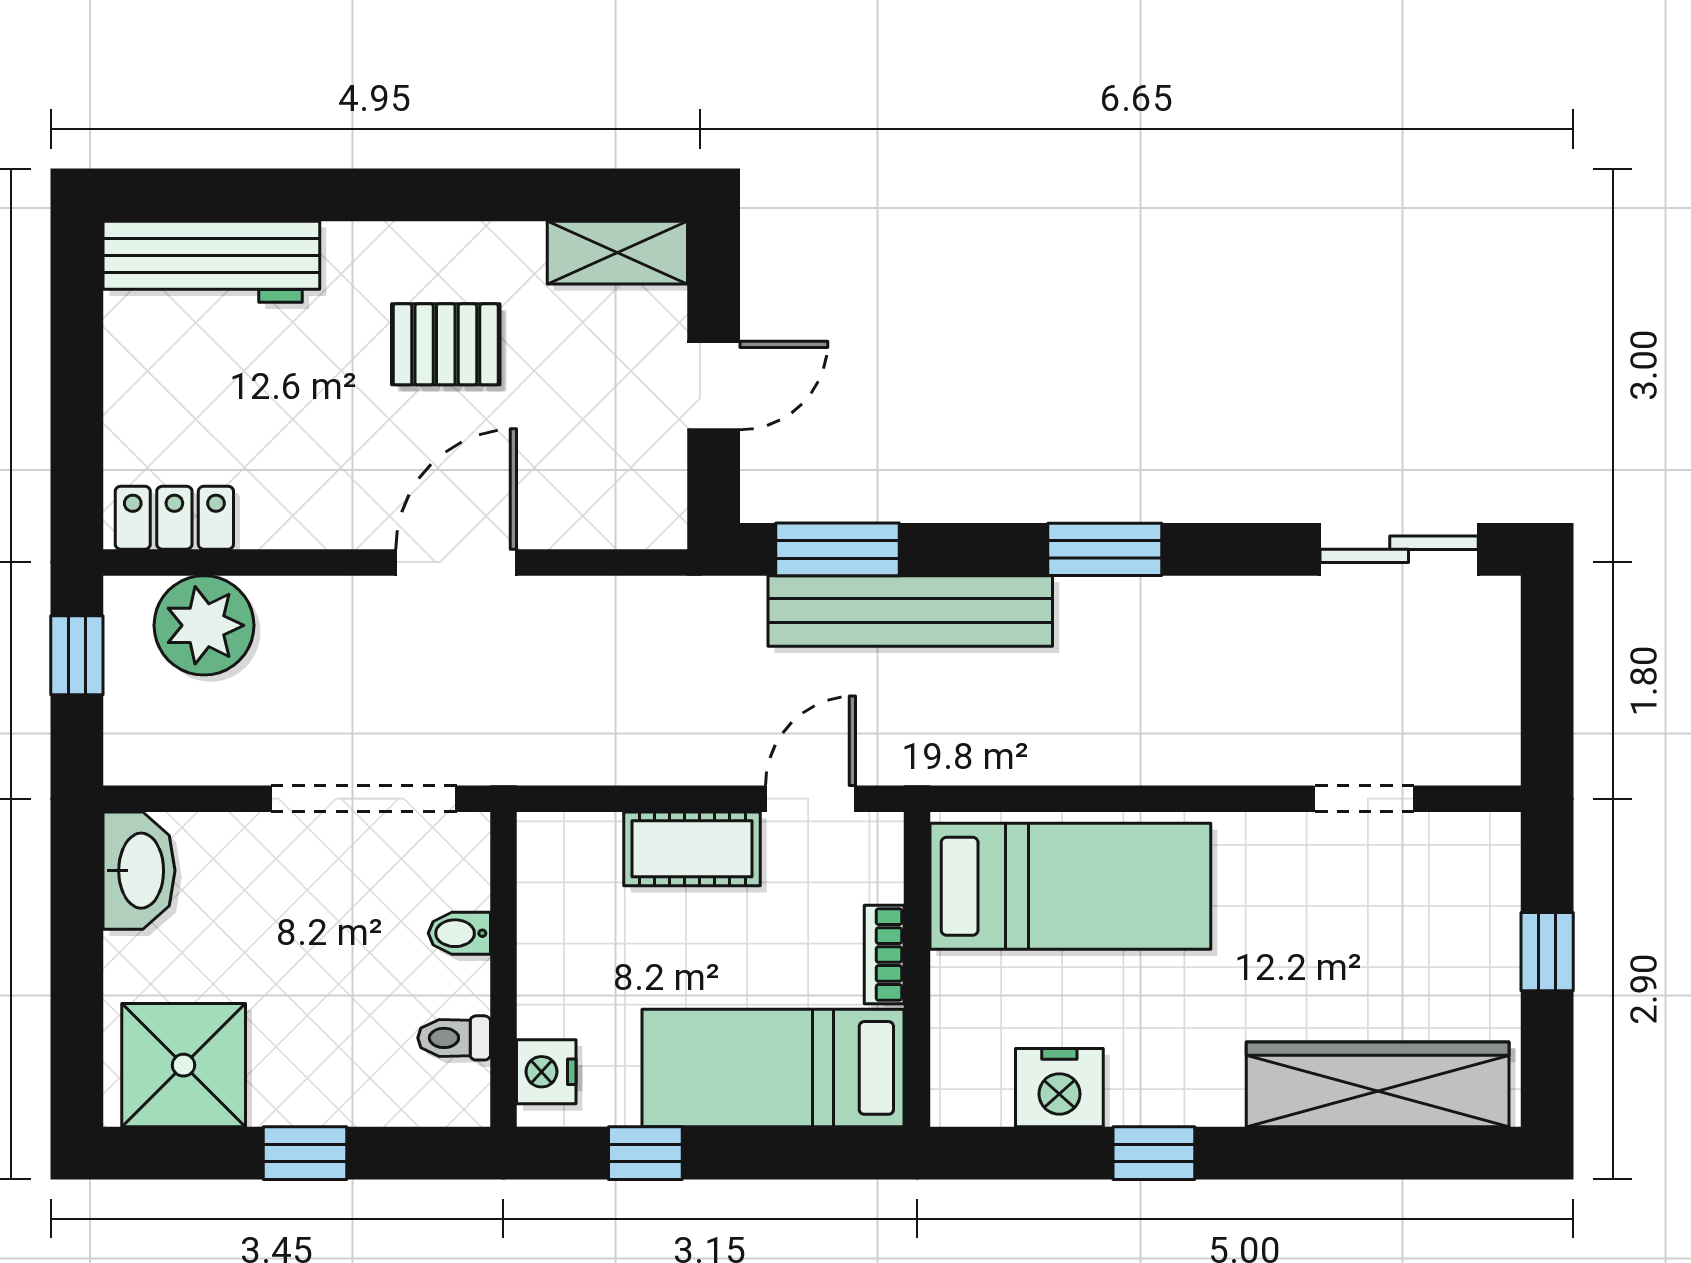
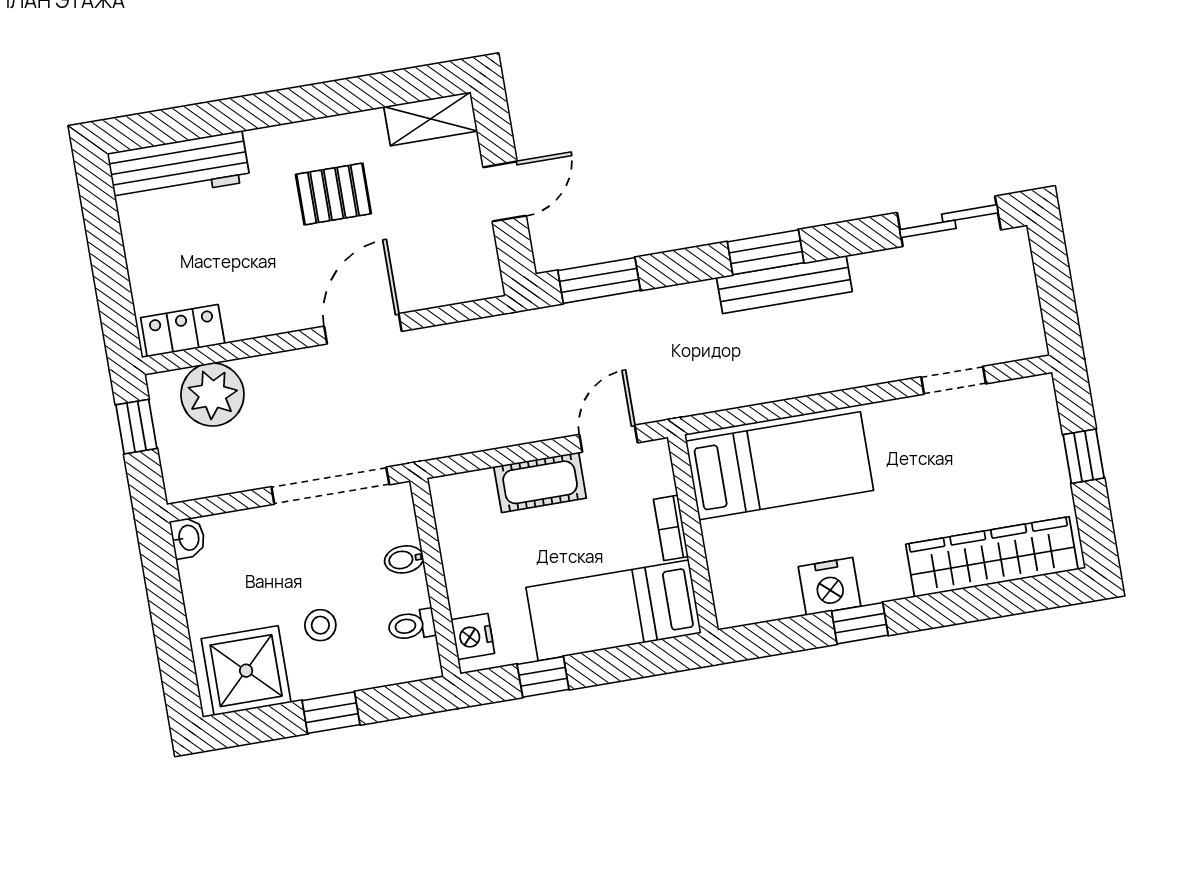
bench: (910, 611) -> (784, 285), moved, width x0.73, depth x0.82
washbasin: (139, 871) -> (188, 538), width x0.52, depth x0.69
stool: (312, 1014) -> (320, 625), added
nightstand: (1059, 1088) -> (830, 586), moved

